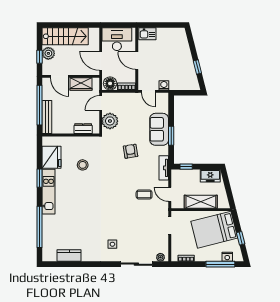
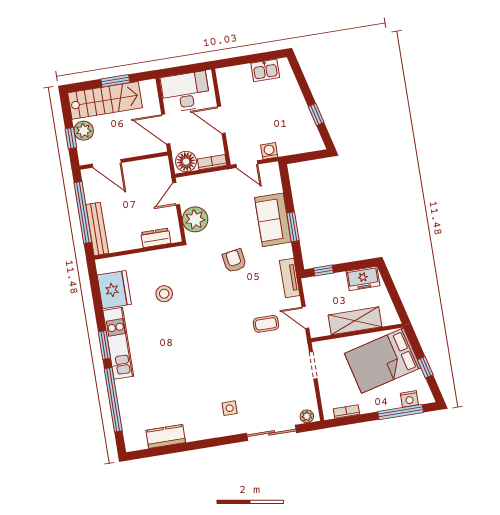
window: (74, 25) -> (115, 81), added
kitchen sink: (147, 34) -> (265, 70), moved
wardrobe: (81, 84) -> (141, 170), removed
window: (40, 178) -> (104, 345), moved

